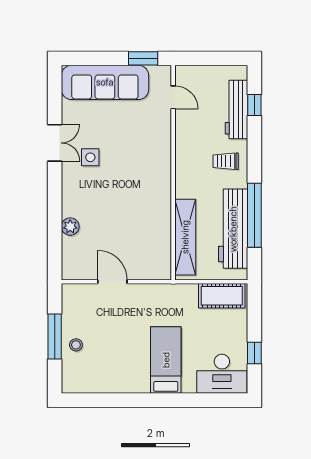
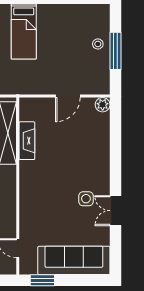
plant: (70, 227) -> (103, 105), moved
fireplace: (162, 228) -> (27, 141), added
door: (112, 282) -> (68, 96), hinge flipped

